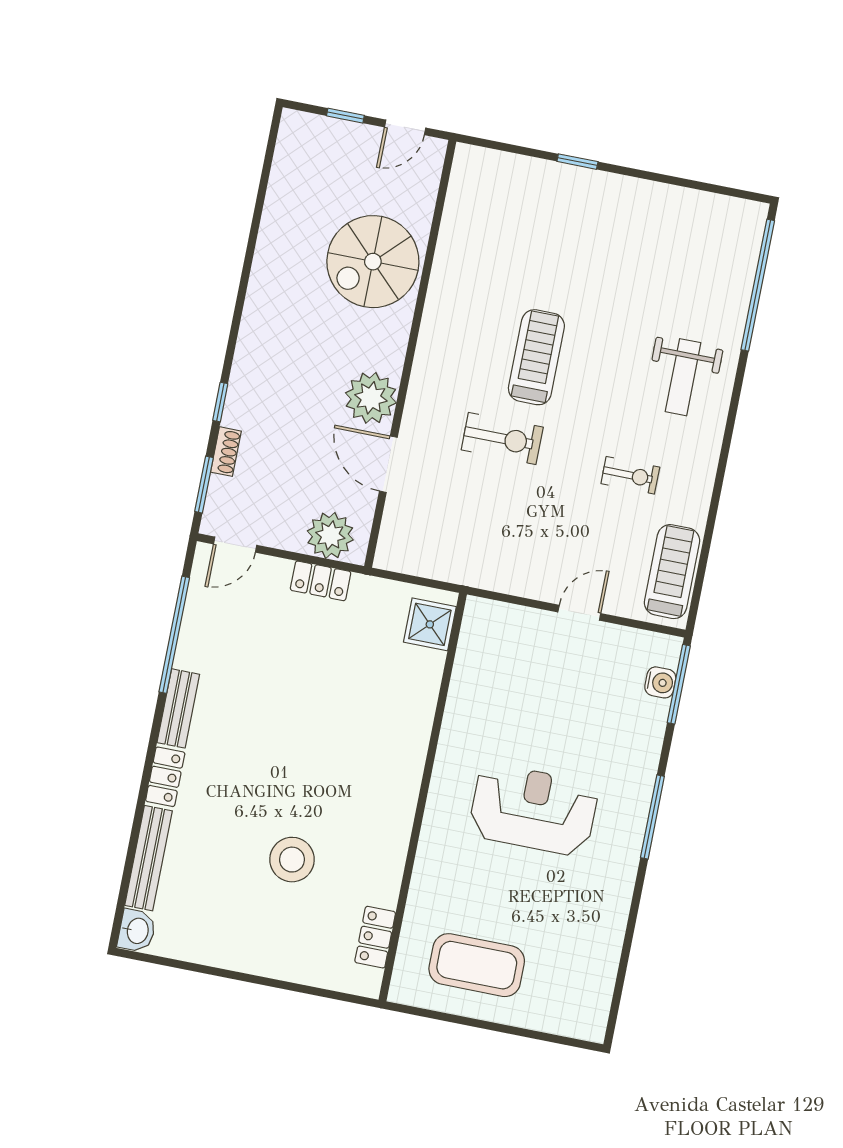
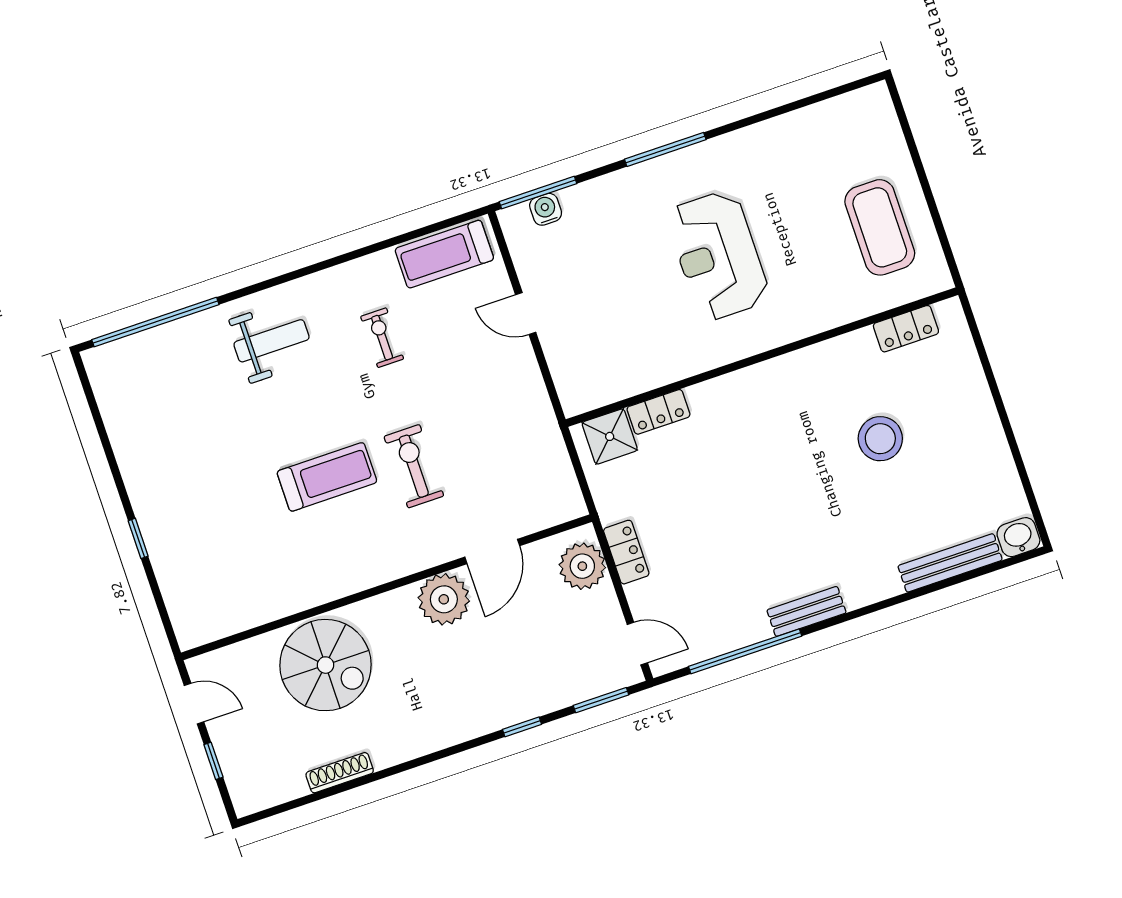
treadmill: (536, 357) -> (327, 477), turned 180
shoe rack: (226, 452) -> (340, 773), moved, width x1.43
locker: (165, 777) -> (659, 412), moved, turned 180

